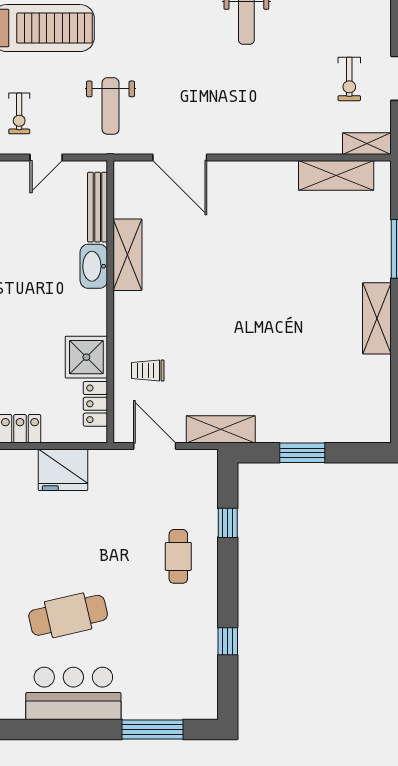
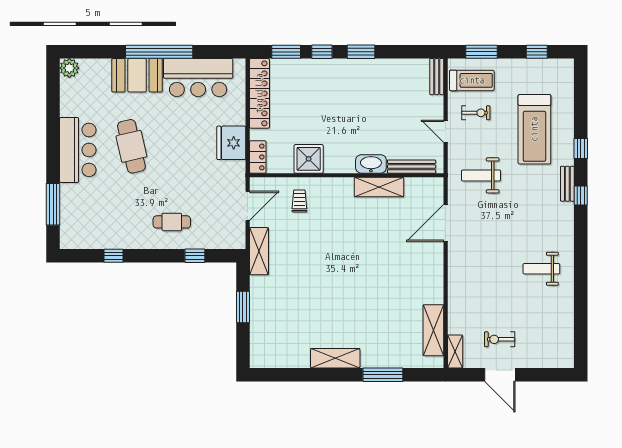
exercise bike: (19, 113) -> (476, 113), turned 180
locker: (95, 404) -> (258, 157), moved, turned 90

